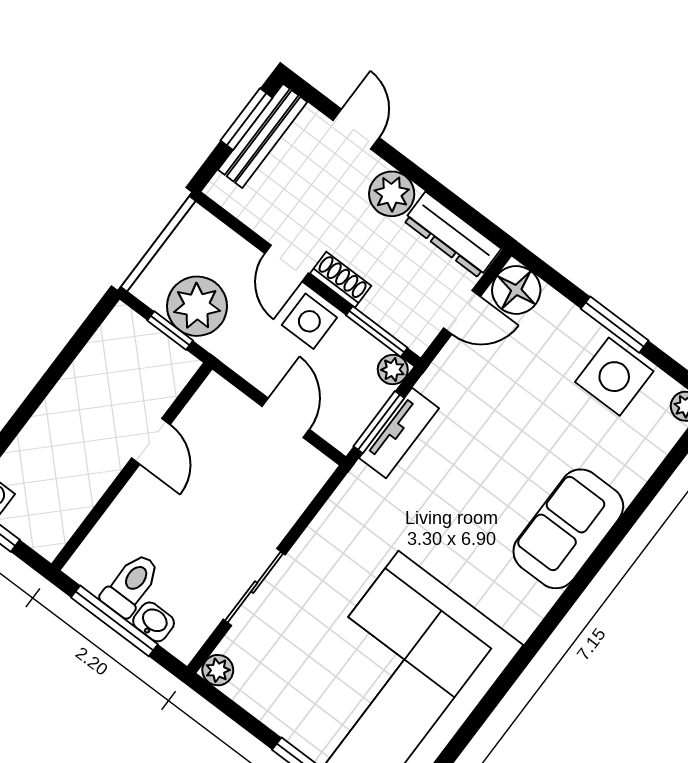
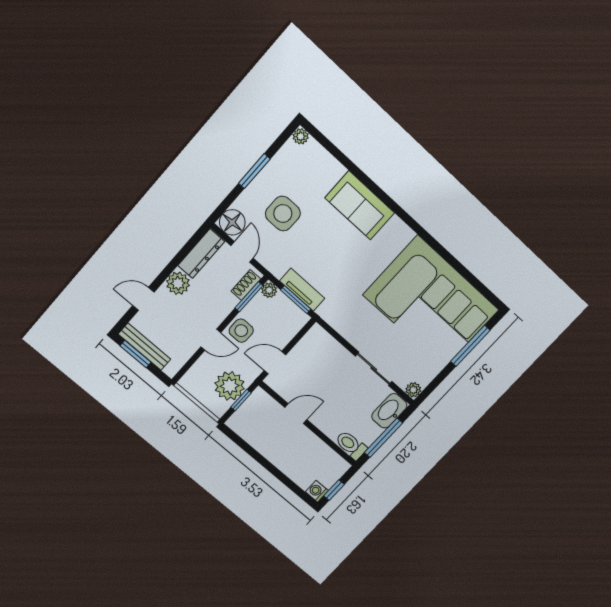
shoe rack: (341, 280) -> (246, 285), moved
side table: (614, 377) -> (283, 214), moved
door: (286, 418) -> (275, 363), moved
toilet: (131, 585) -> (351, 445), moved
washbasin: (154, 622) -> (389, 411), width x1.91, depth x1.45

